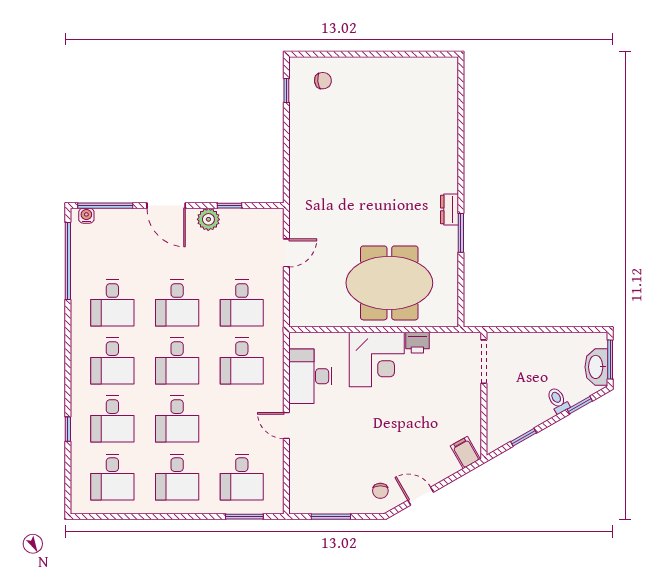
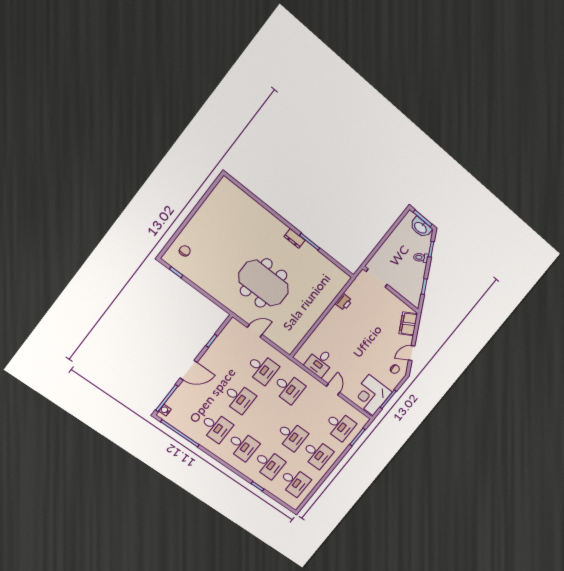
plant: (208, 219) -> (211, 355), removed
door: (286, 253) -> (255, 331), hinge flipped
meeting table: (389, 283) -> (264, 283), moved, turned 90
corner desk: (377, 359) -> (371, 395), moved, turned 180
desk: (177, 361) -> (265, 417), removed
desk: (310, 376) -> (320, 362), width x0.73
door: (286, 426) -> (333, 389), swing flipped
filing cabinet: (465, 452) -> (408, 324), width x2.00

